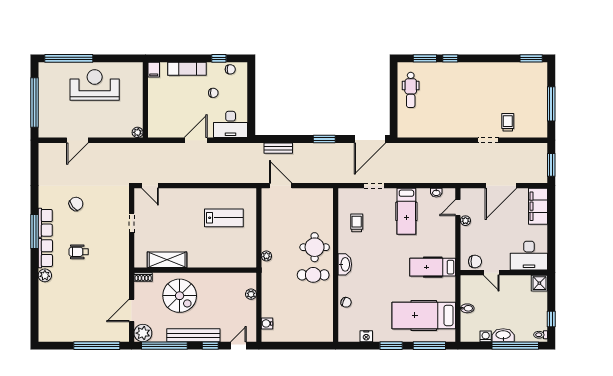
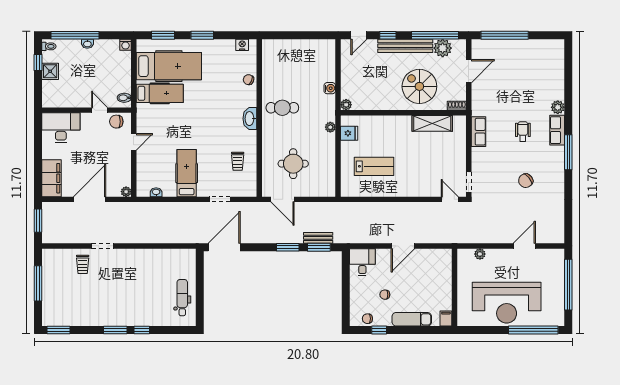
window: (425, 58) -> (115, 330), moved
reception desk: (95, 85) -> (507, 303), width x1.36, depth x1.30
desk: (231, 124) -> (362, 262), width x0.73
plant: (138, 132) -> (480, 254), moved
window: (278, 139) -> (319, 247), added
window: (324, 139) -> (288, 247), moved
door: (281, 186) -> (282, 199), moved
door: (458, 208) -> (134, 142), moved
lab bench: (224, 218) -> (374, 166), turned 180
plant: (465, 221) -> (126, 192), moved
row of seats: (45, 223) -> (478, 132), moved, turned 180
doorway: (132, 223) -> (469, 182), moved
round table: (315, 247) -> (293, 164), moved
fridge: (248, 250) -> (349, 133), added
wheelchair: (79, 252) -> (523, 131), turned -90
hospital bed: (433, 267) -> (160, 93), moved
shower: (539, 283) -> (50, 71), moved
plant: (251, 294) -> (346, 105), moved
bidet: (467, 308) -> (124, 98), moved
water cooler: (267, 323) -> (330, 88), moved
plant: (143, 333) -> (443, 48), moved
washbasin: (503, 335) -> (87, 44), width x0.52, depth x0.69
nightstand: (366, 336) -> (242, 45), moved
washing machine: (486, 336) -> (125, 45), moved
window: (429, 346) -> (163, 35), width x0.69

